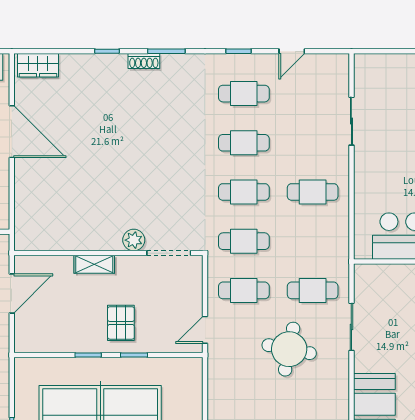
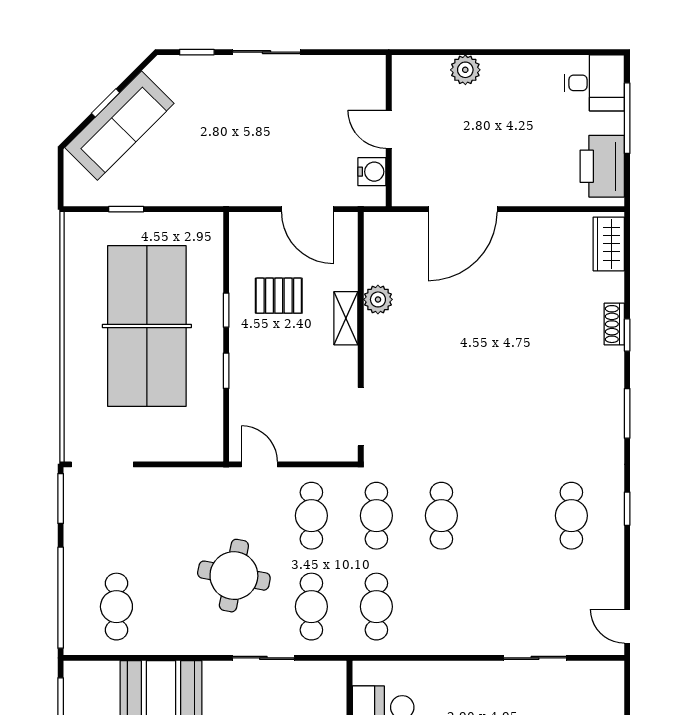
door: (292, 51) -> (627, 626), moved
shoe rack: (144, 61) -> (614, 324), moved
door: (12, 132) -> (463, 209), moved
cafe table: (244, 143) -> (506, 516), removed
cafe table: (313, 192) -> (376, 607), moved
plant: (134, 240) -> (378, 299), moved
pallet: (121, 323) -> (279, 296), moved

